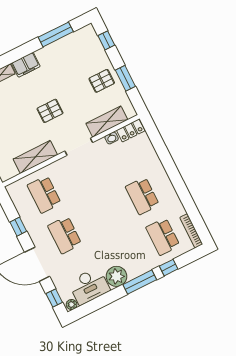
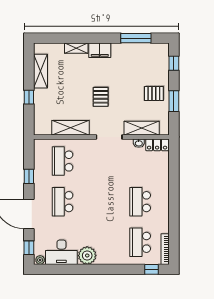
pallet: (50, 111) -> (101, 97), turned 90
window: (169, 268) -> (151, 269), moved
window: (140, 282) -> (104, 269), removed

